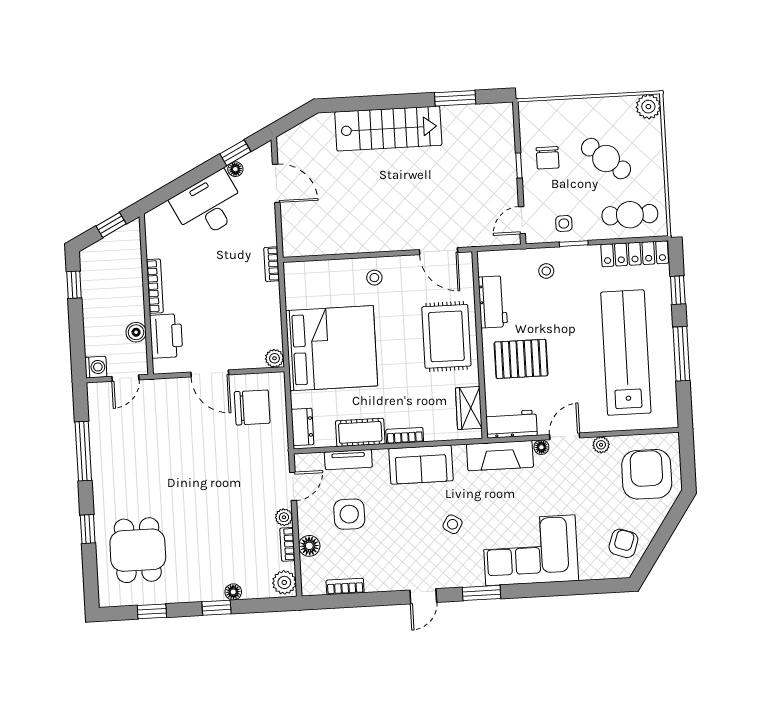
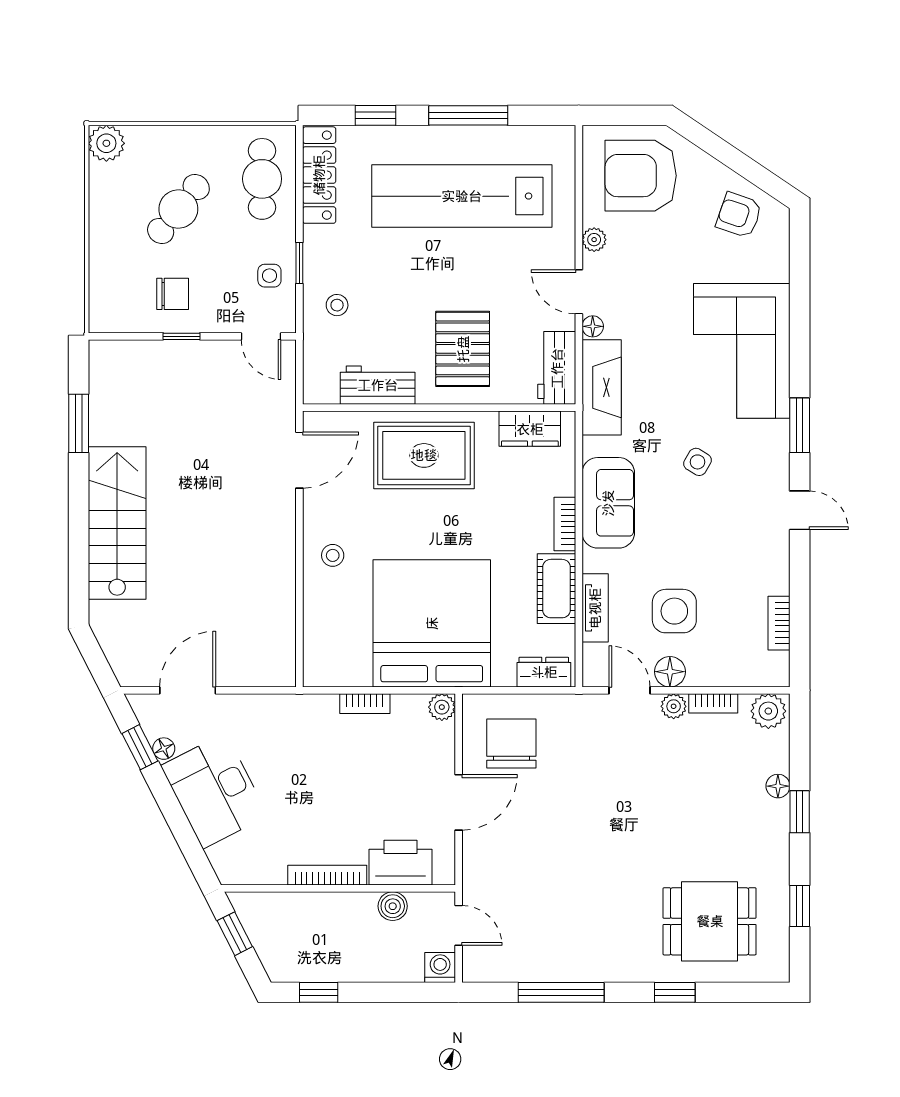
bookcase: (272, 264) -> (365, 704), moved
floor lamp: (309, 546) -> (670, 672), moved

